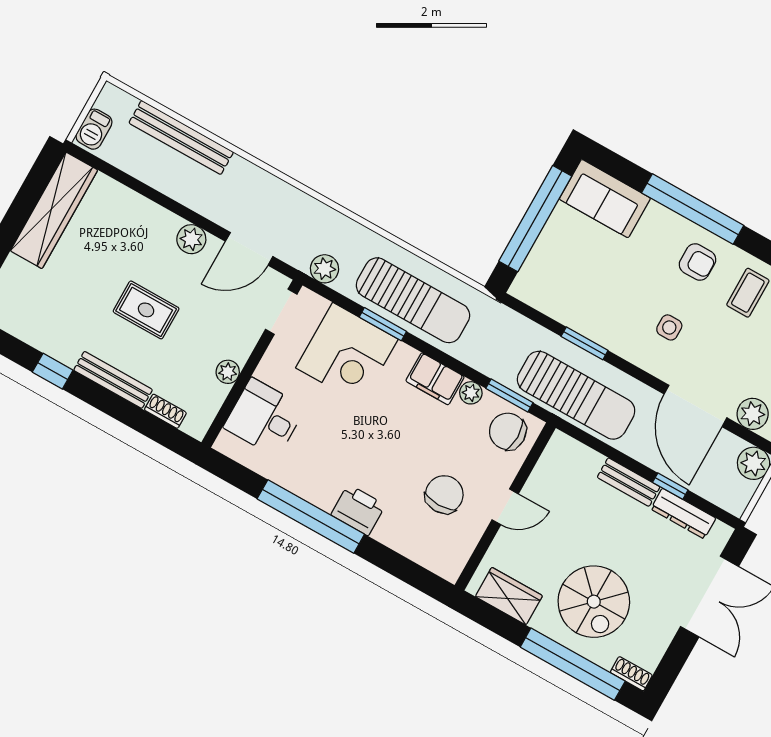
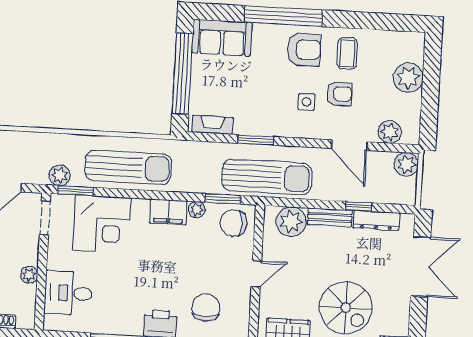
armchair: (697, 262) -> (304, 50), width x1.38, depth x1.38
fireplace: (541, 299) -> (212, 125), added
window: (383, 324) -> (76, 191), moved
armchair: (714, 337) -> (339, 94), added
door: (696, 406) -> (349, 145), width x0.73
plant: (579, 464) -> (291, 222), added
chair: (444, 495) -> (206, 308), moved

